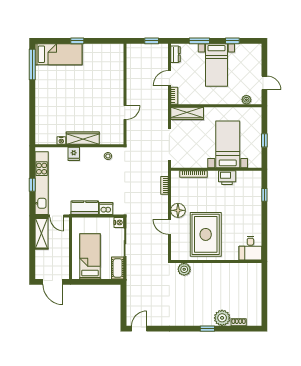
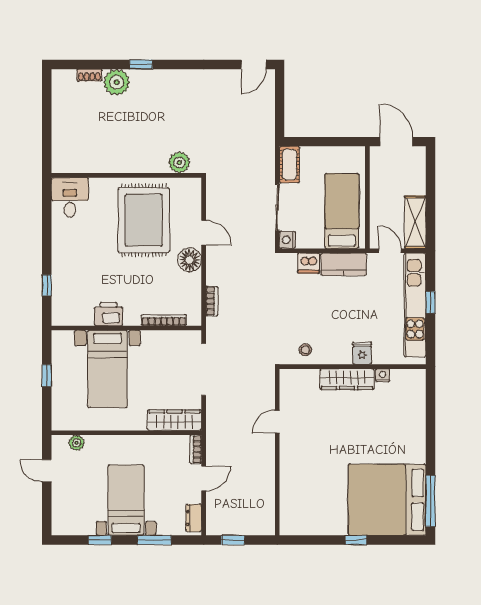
bed: (58, 54) -> (387, 500), width x2.04
bed: (90, 256) -> (342, 211), moved, turned 180

